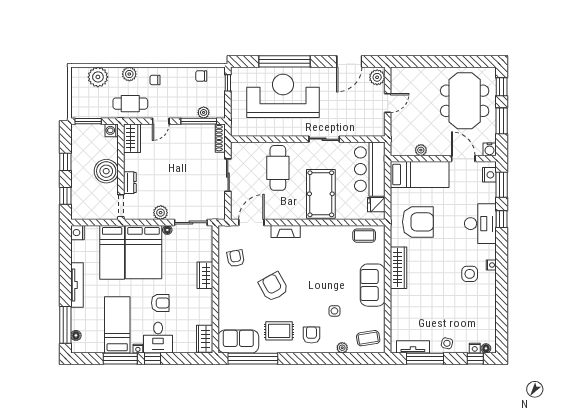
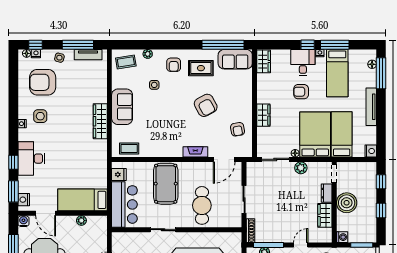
wardrobe: (132, 138) -> (325, 215), moved
armchair: (418, 222) -> (43, 82), moved

